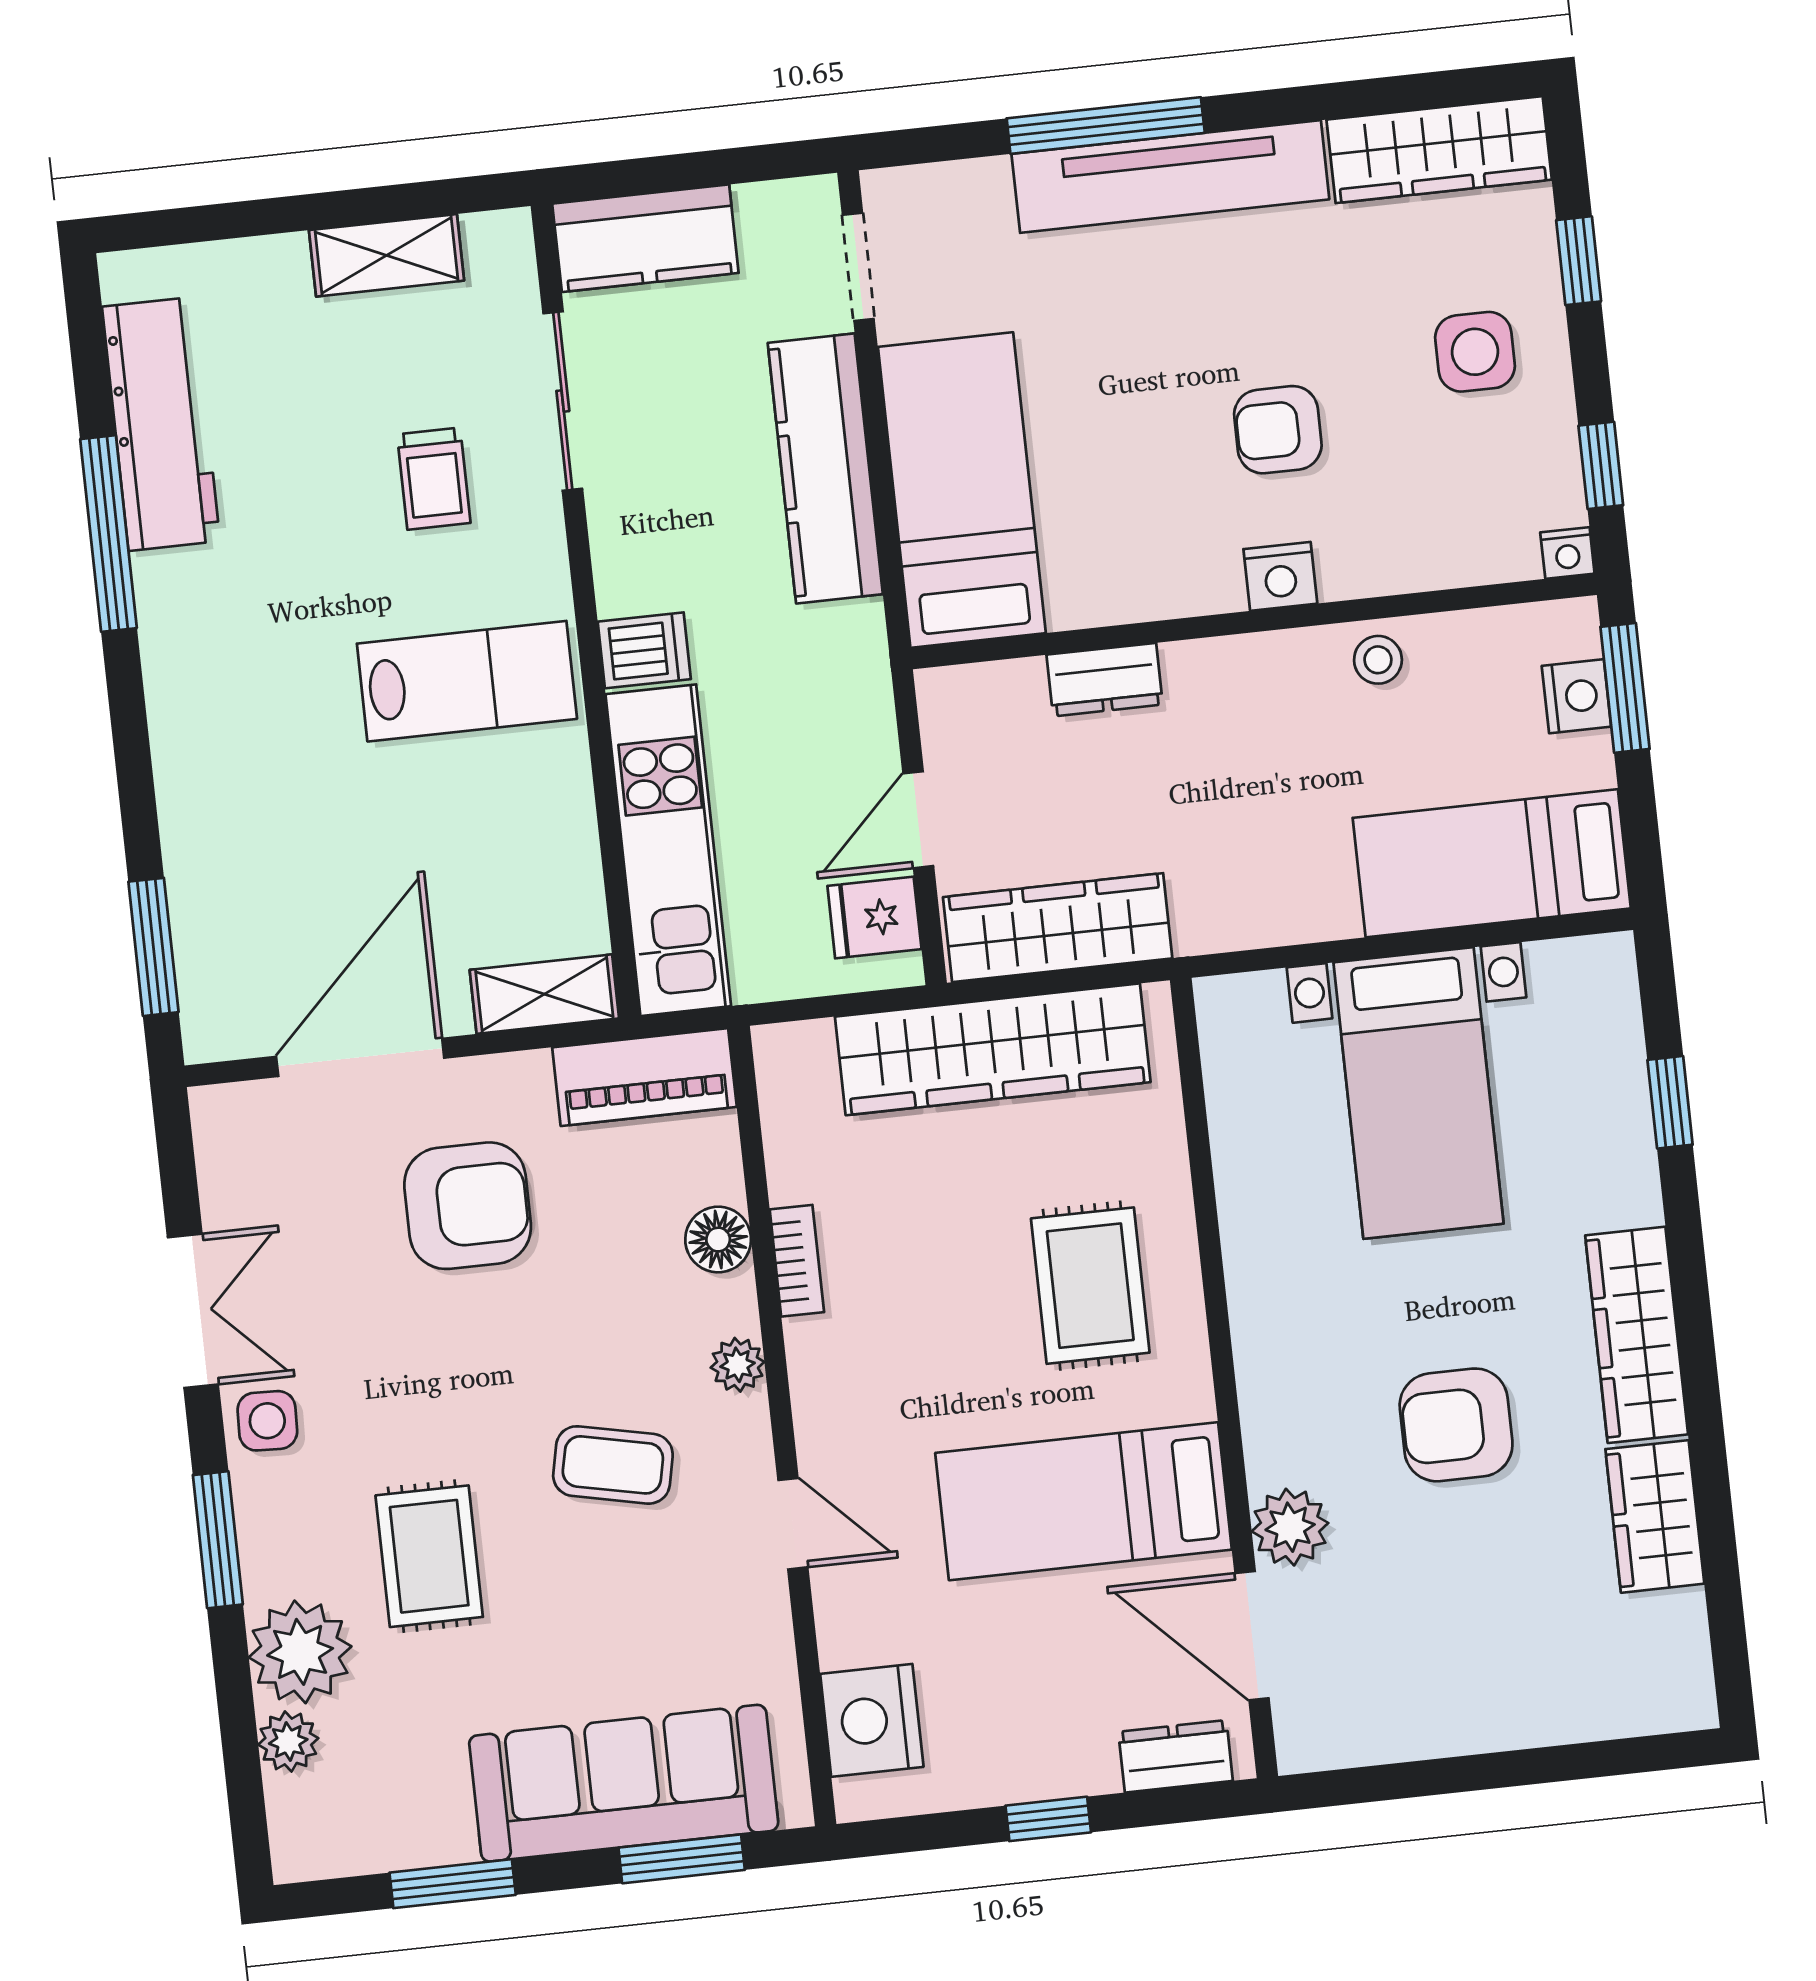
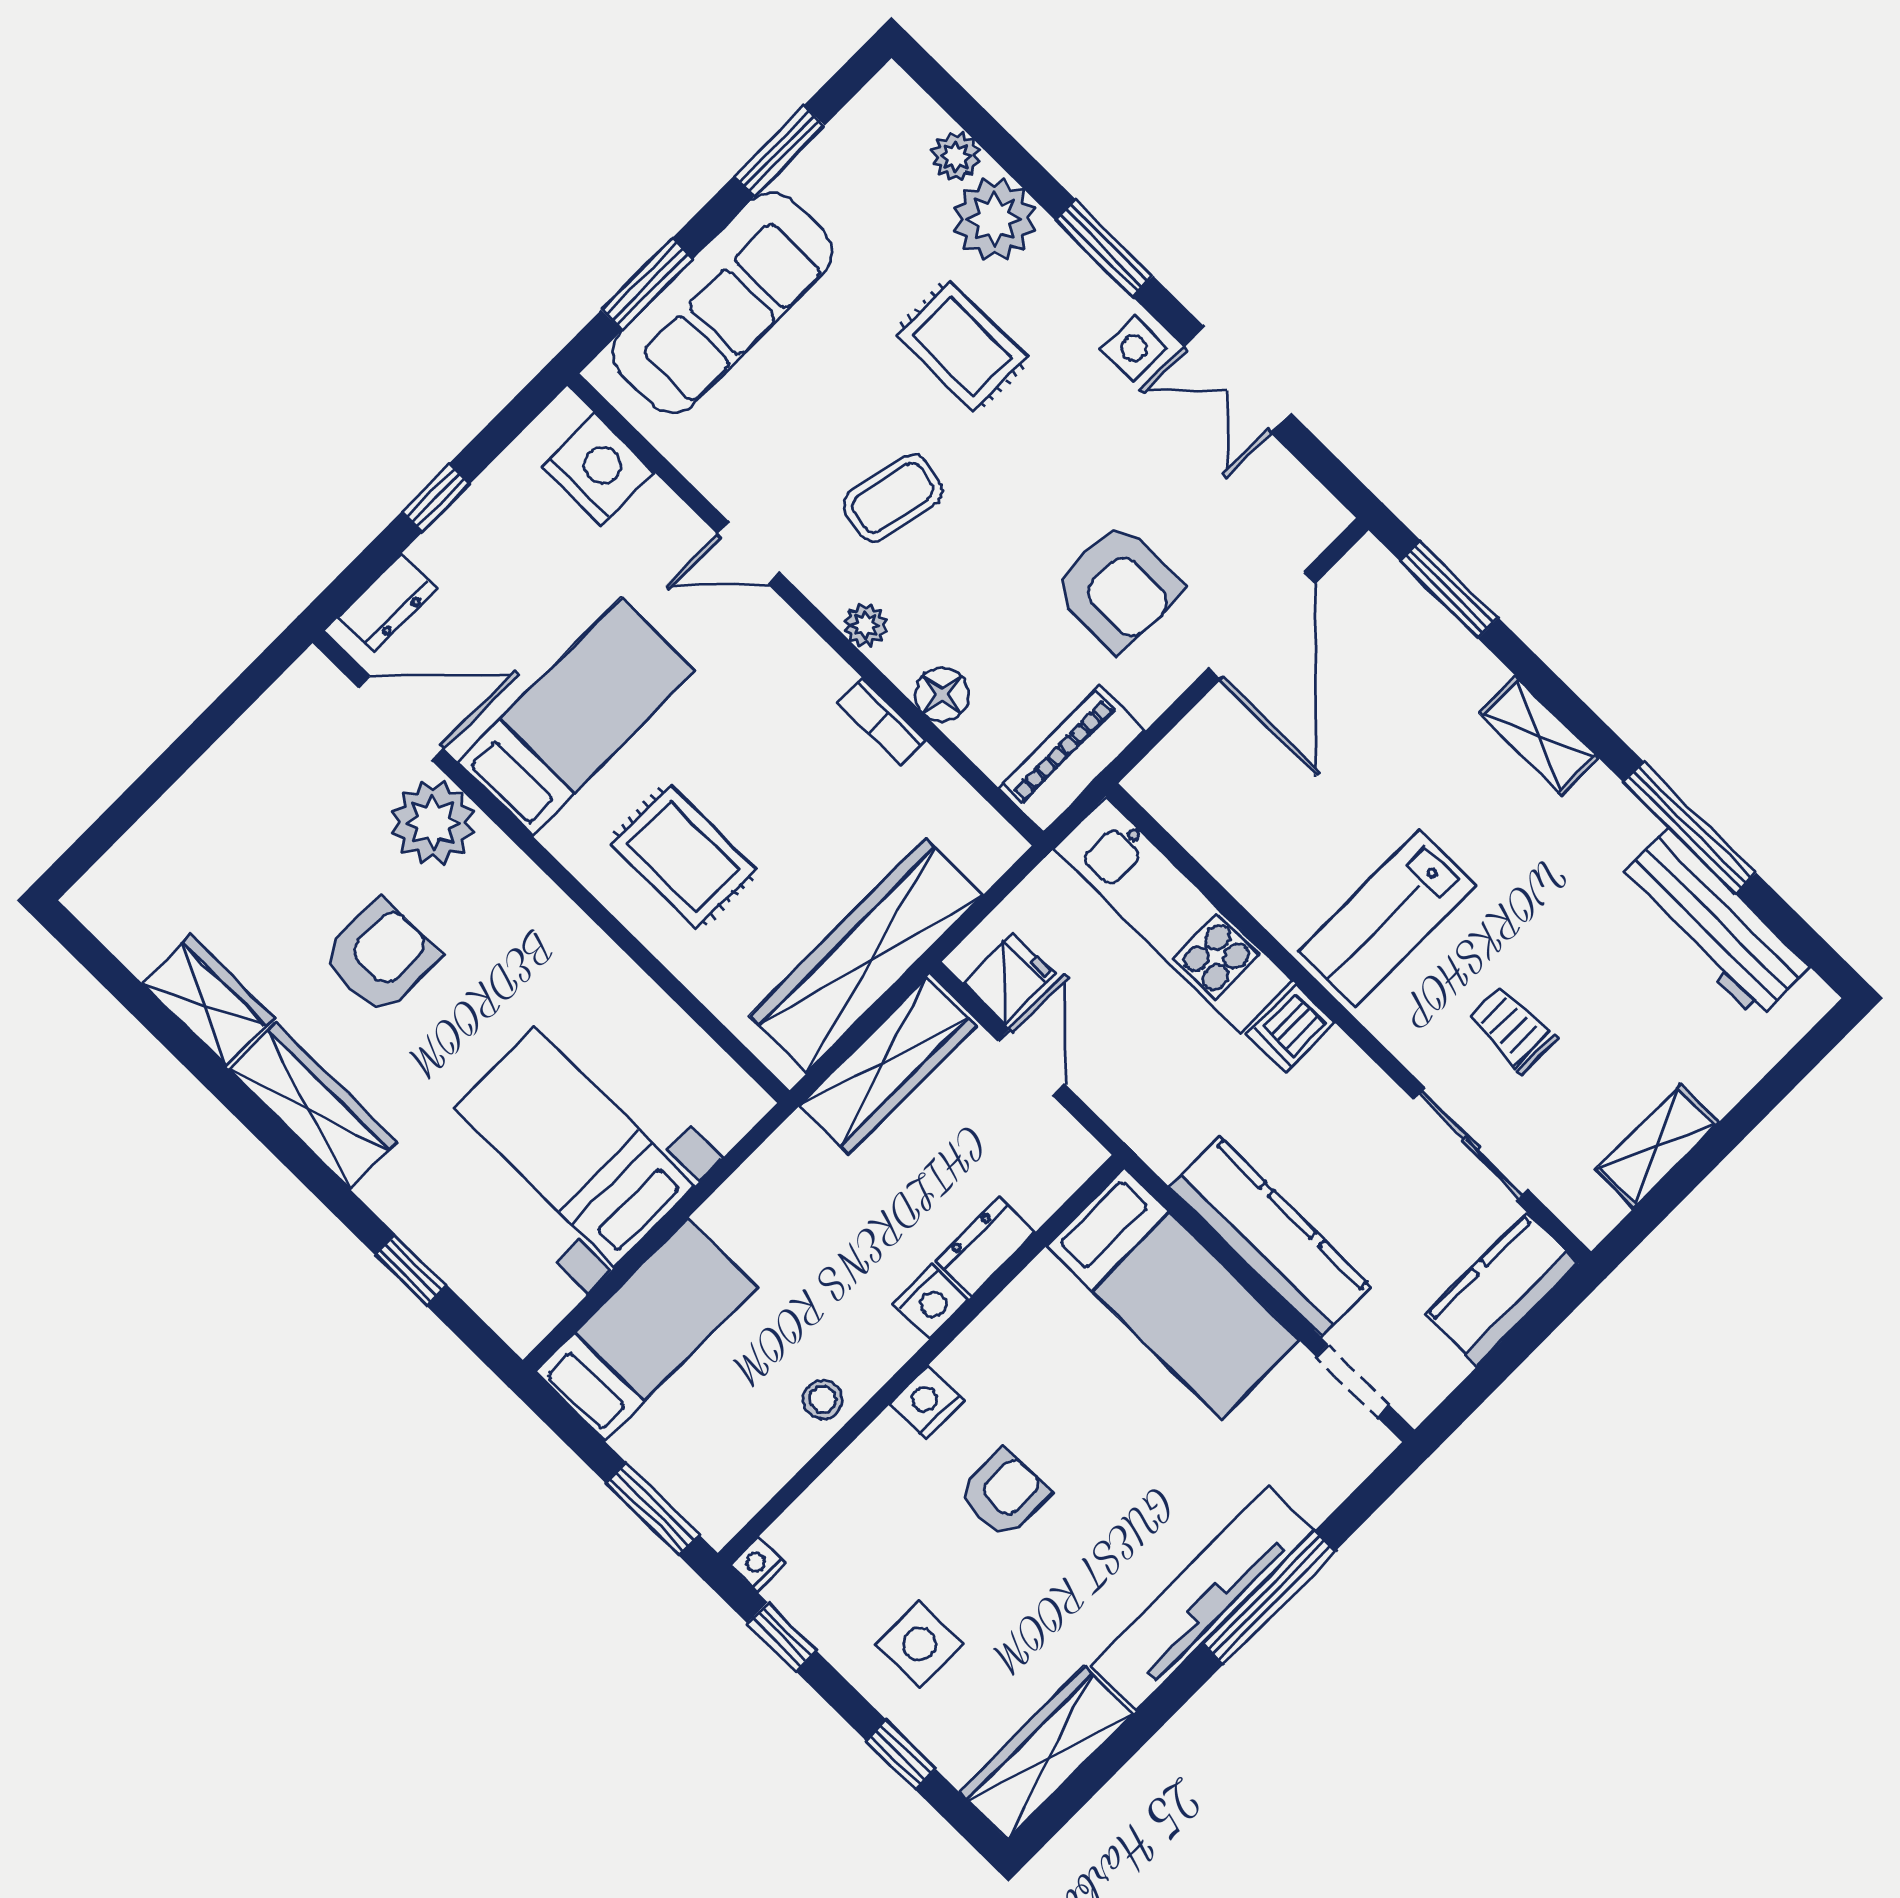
nightstand: (1576, 696) -> (931, 1302), moved, turned -90
shelving: (544, 994) -> (1539, 735), moved, turned 90
armchair: (468, 1206) -> (1118, 587), turned -89
plant: (1290, 1527) -> (433, 823), width x1.36, depth x1.36

